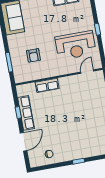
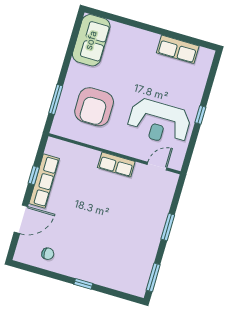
armchair: (33, 55) -> (94, 107), width x1.88, depth x1.88
row of seats: (47, 85) -> (116, 165), moved

